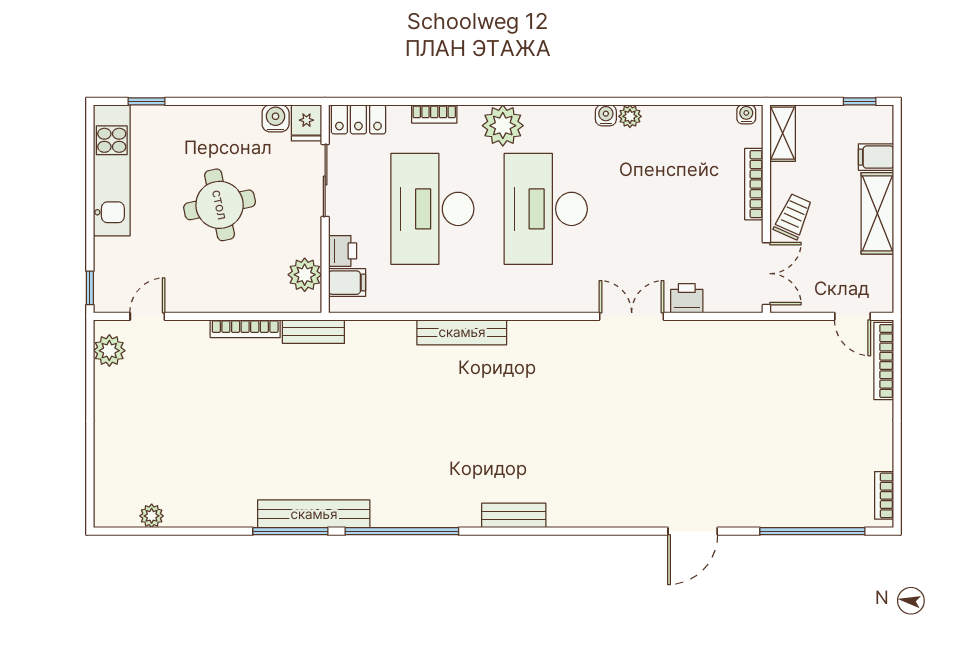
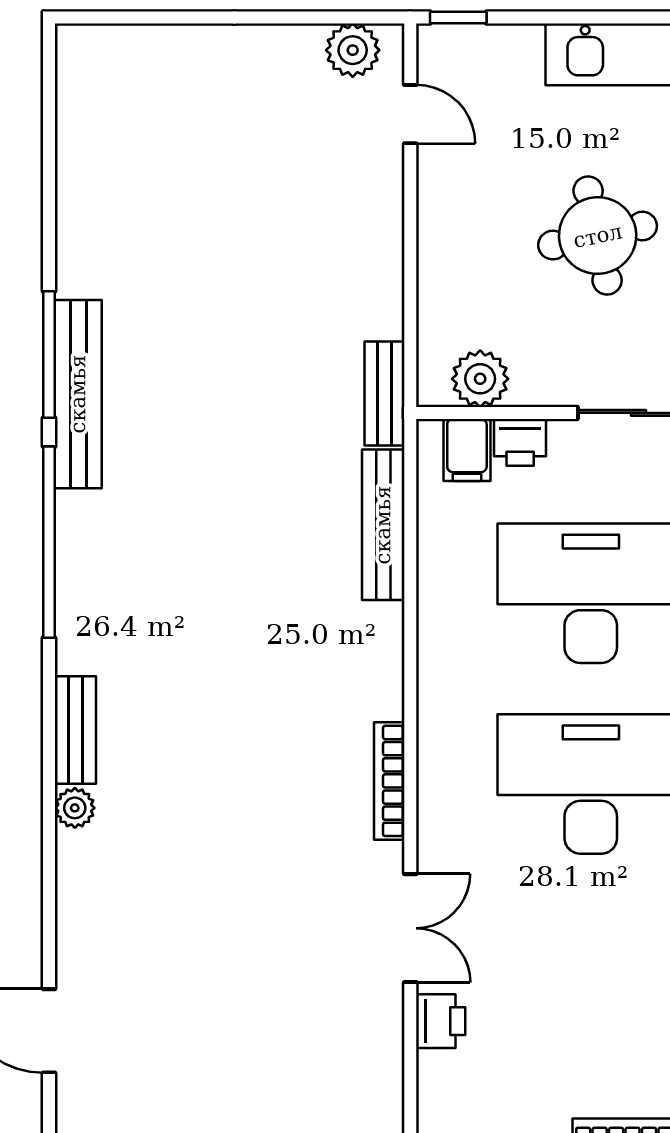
bookcase: (245, 329) -> (389, 781), moved
bench: (462, 332) -> (383, 525), moved
plant: (152, 516) -> (75, 808), moved

